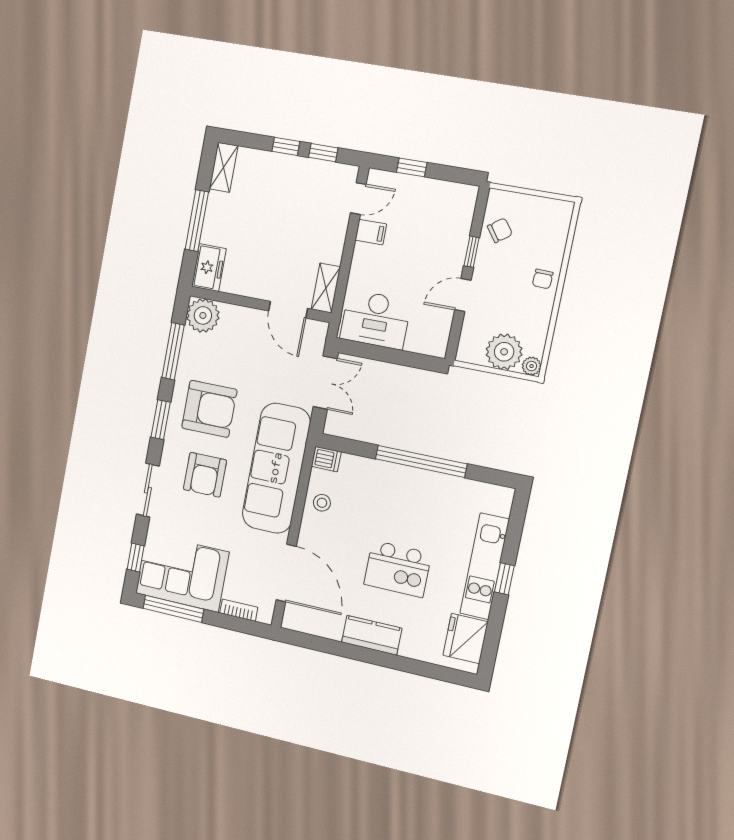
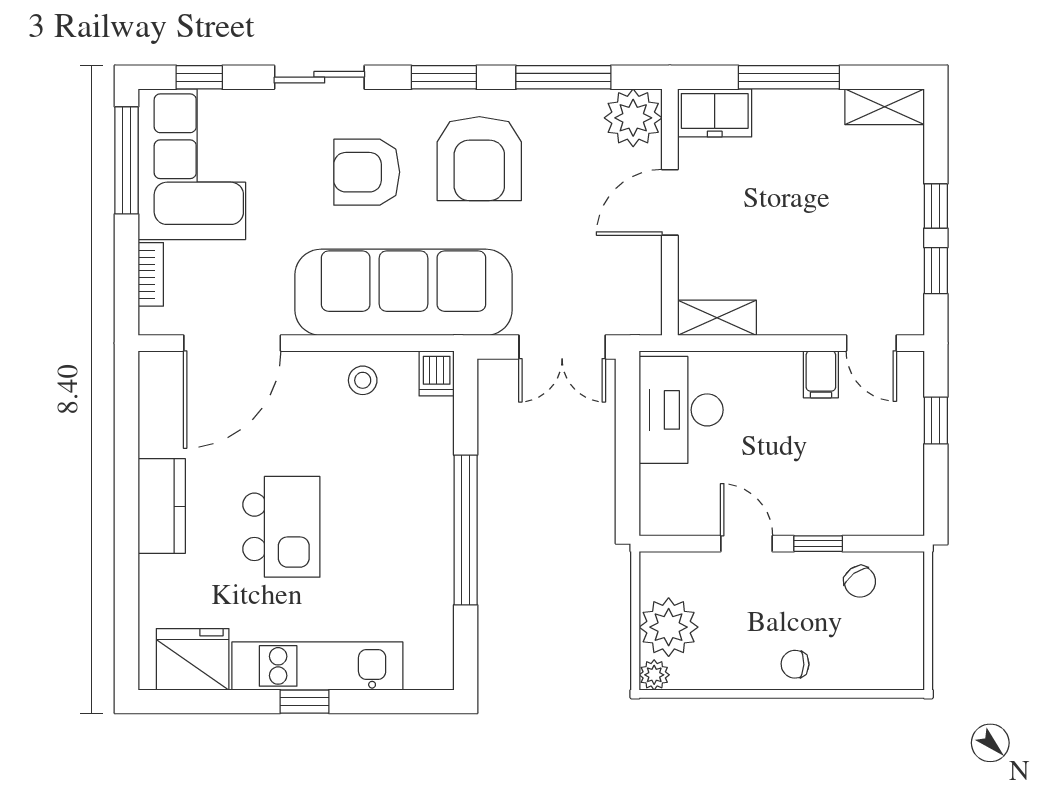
door: (288, 310) -> (670, 202), moved
kitchen island: (398, 569) -> (281, 527), turned 180

